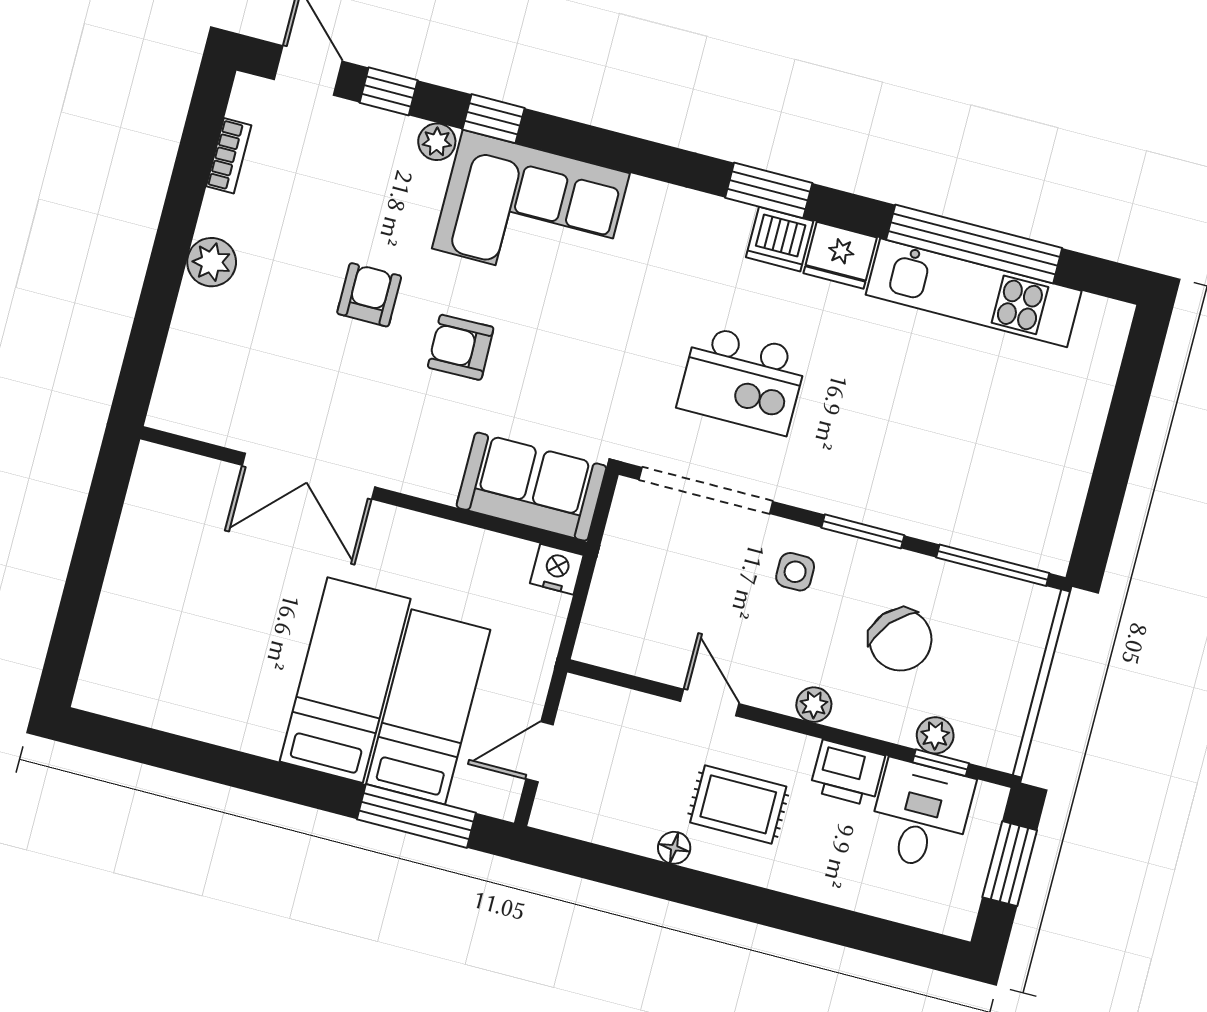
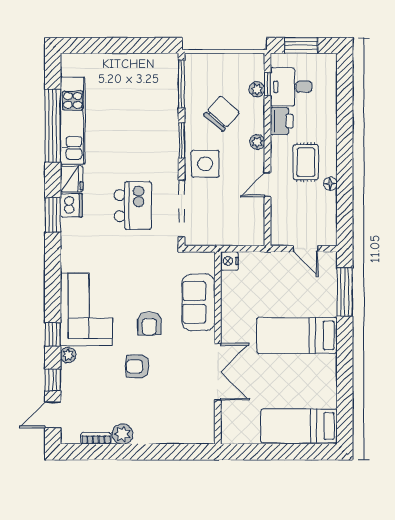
plant: (212, 262) -> (123, 434), moved
sofa: (531, 487) -> (198, 302), moved
side table: (795, 572) -> (205, 164), width x1.87, depth x1.87
bed: (428, 707) -> (299, 426), moved

